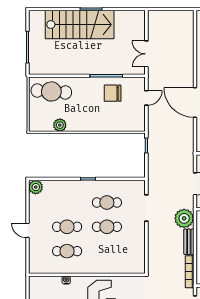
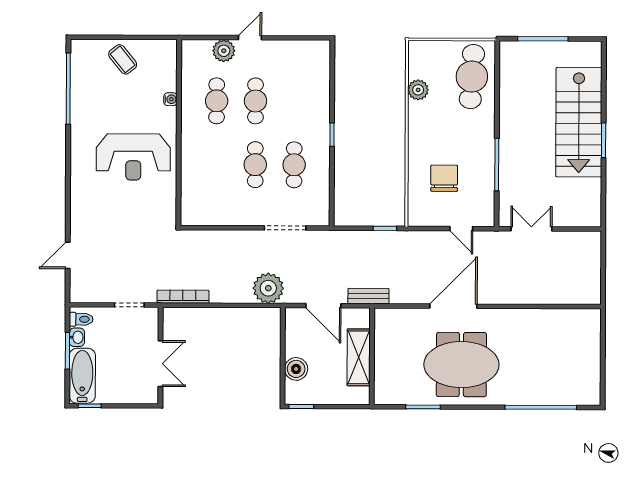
chair: (113, 93) -> (444, 178), moved
plant: (36, 187) -> (224, 51), moved
bench: (189, 242) -> (368, 296), moved

